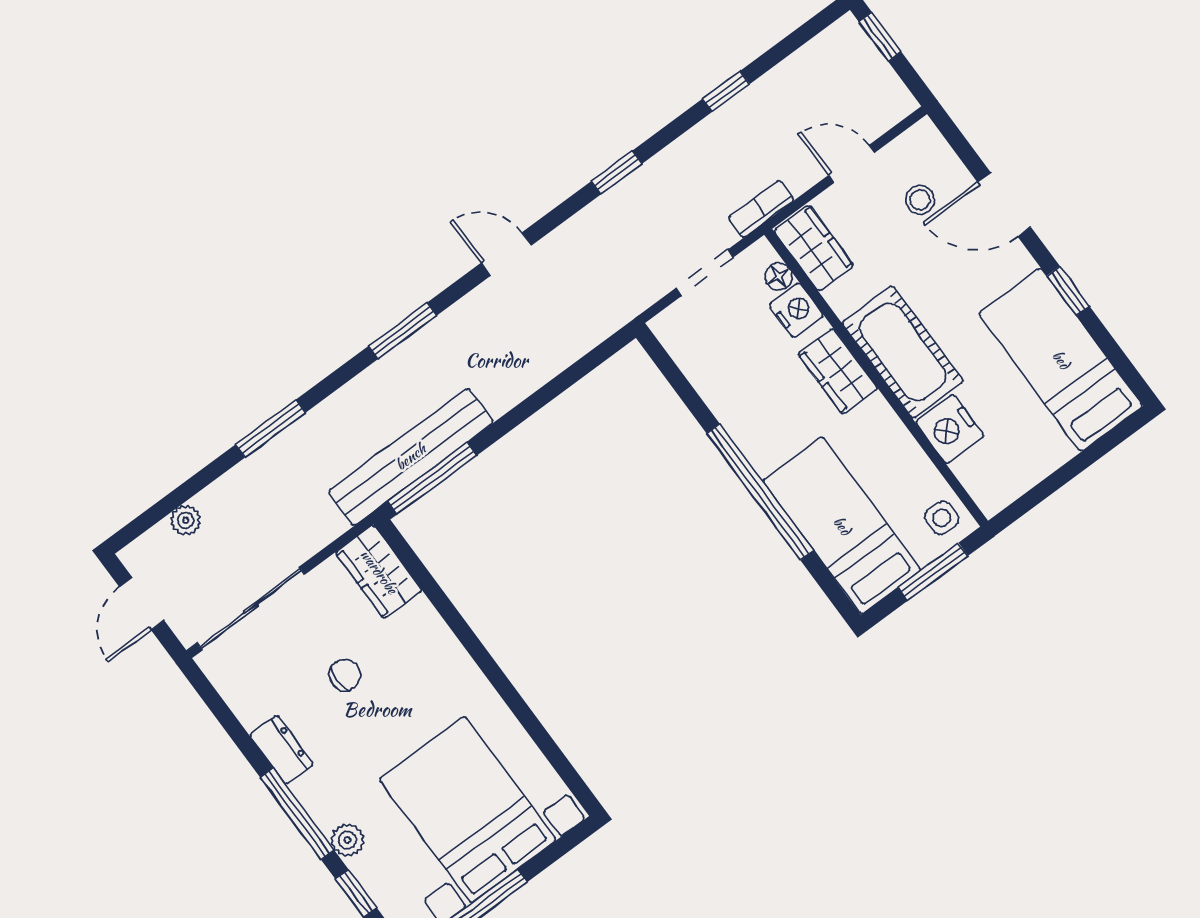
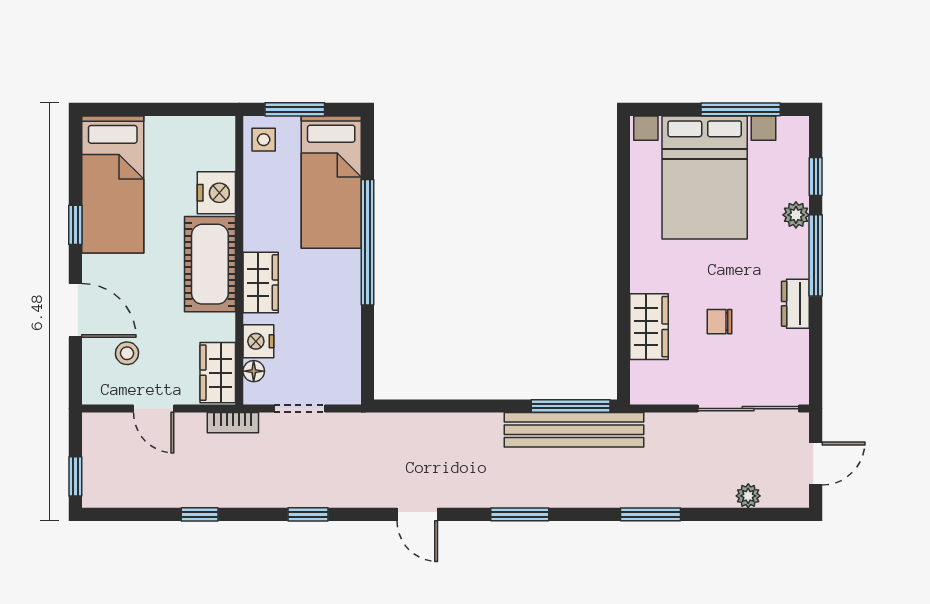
wardrobe: (379, 572) -> (649, 327), moved

